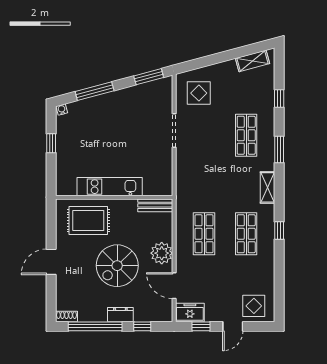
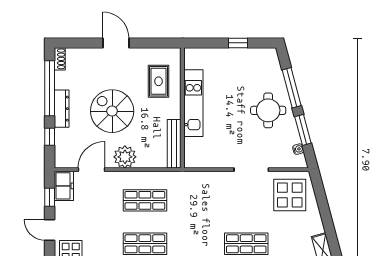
window: (149, 77) -> (303, 130), moved
display table: (199, 93) -> (290, 195), width x1.36, depth x1.36
water cooler: (62, 110) -> (298, 149), moved
round table: (117, 114) -> (268, 110), added
bench: (155, 205) -> (174, 144), width x1.36
rug: (88, 221) -> (159, 81), width x0.73, depth x0.70
dresser: (120, 315) -> (62, 109), width x1.44

